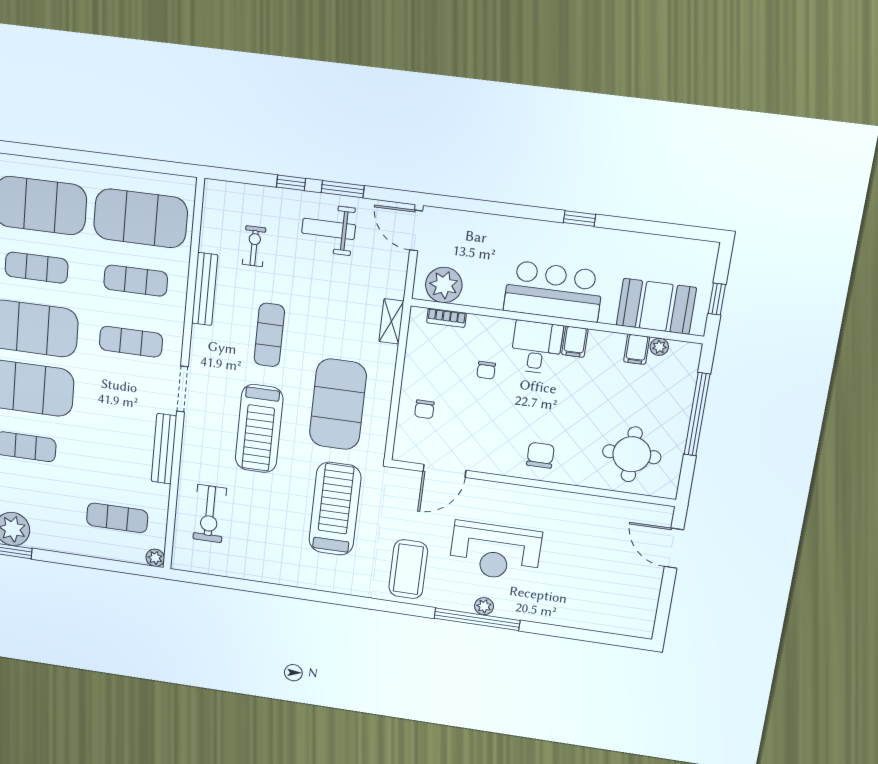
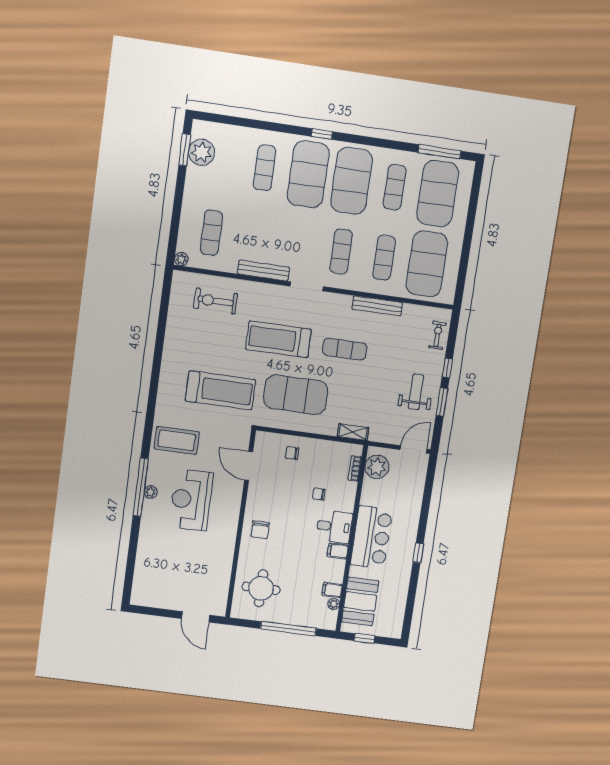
exercise bike: (254, 246) -> (437, 335), moved, turned -90
chair: (540, 455) -> (260, 530), turned 90
door: (674, 548) -> (196, 617), swing flipped

